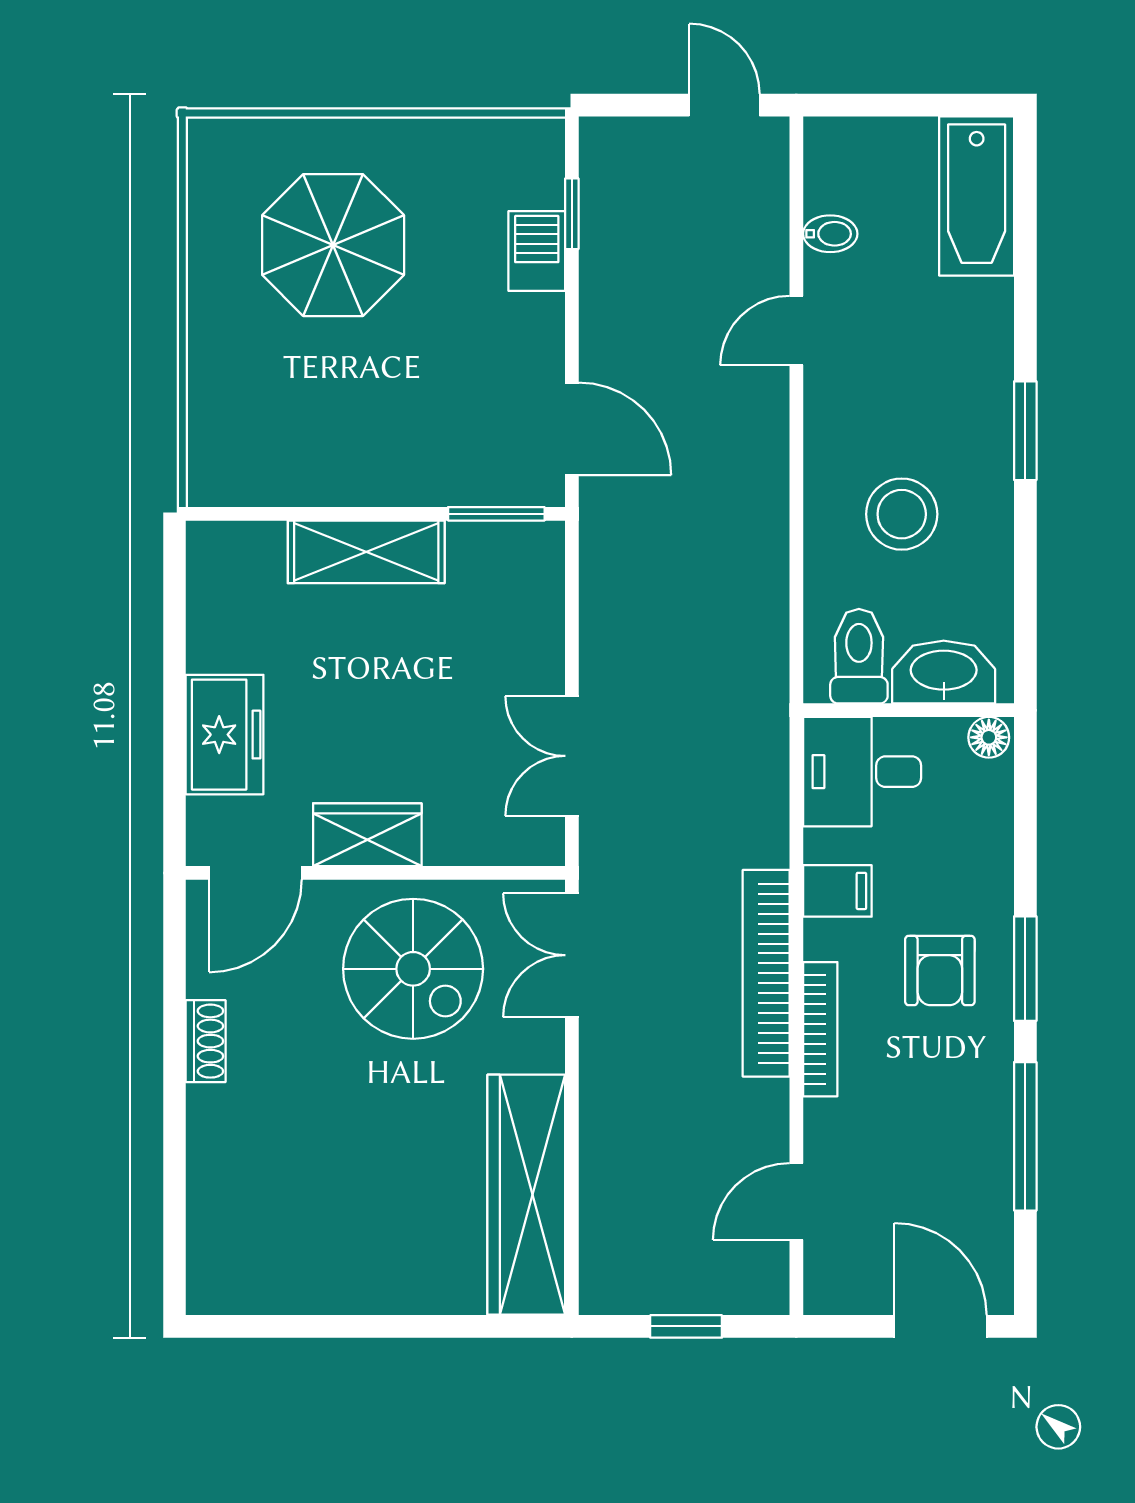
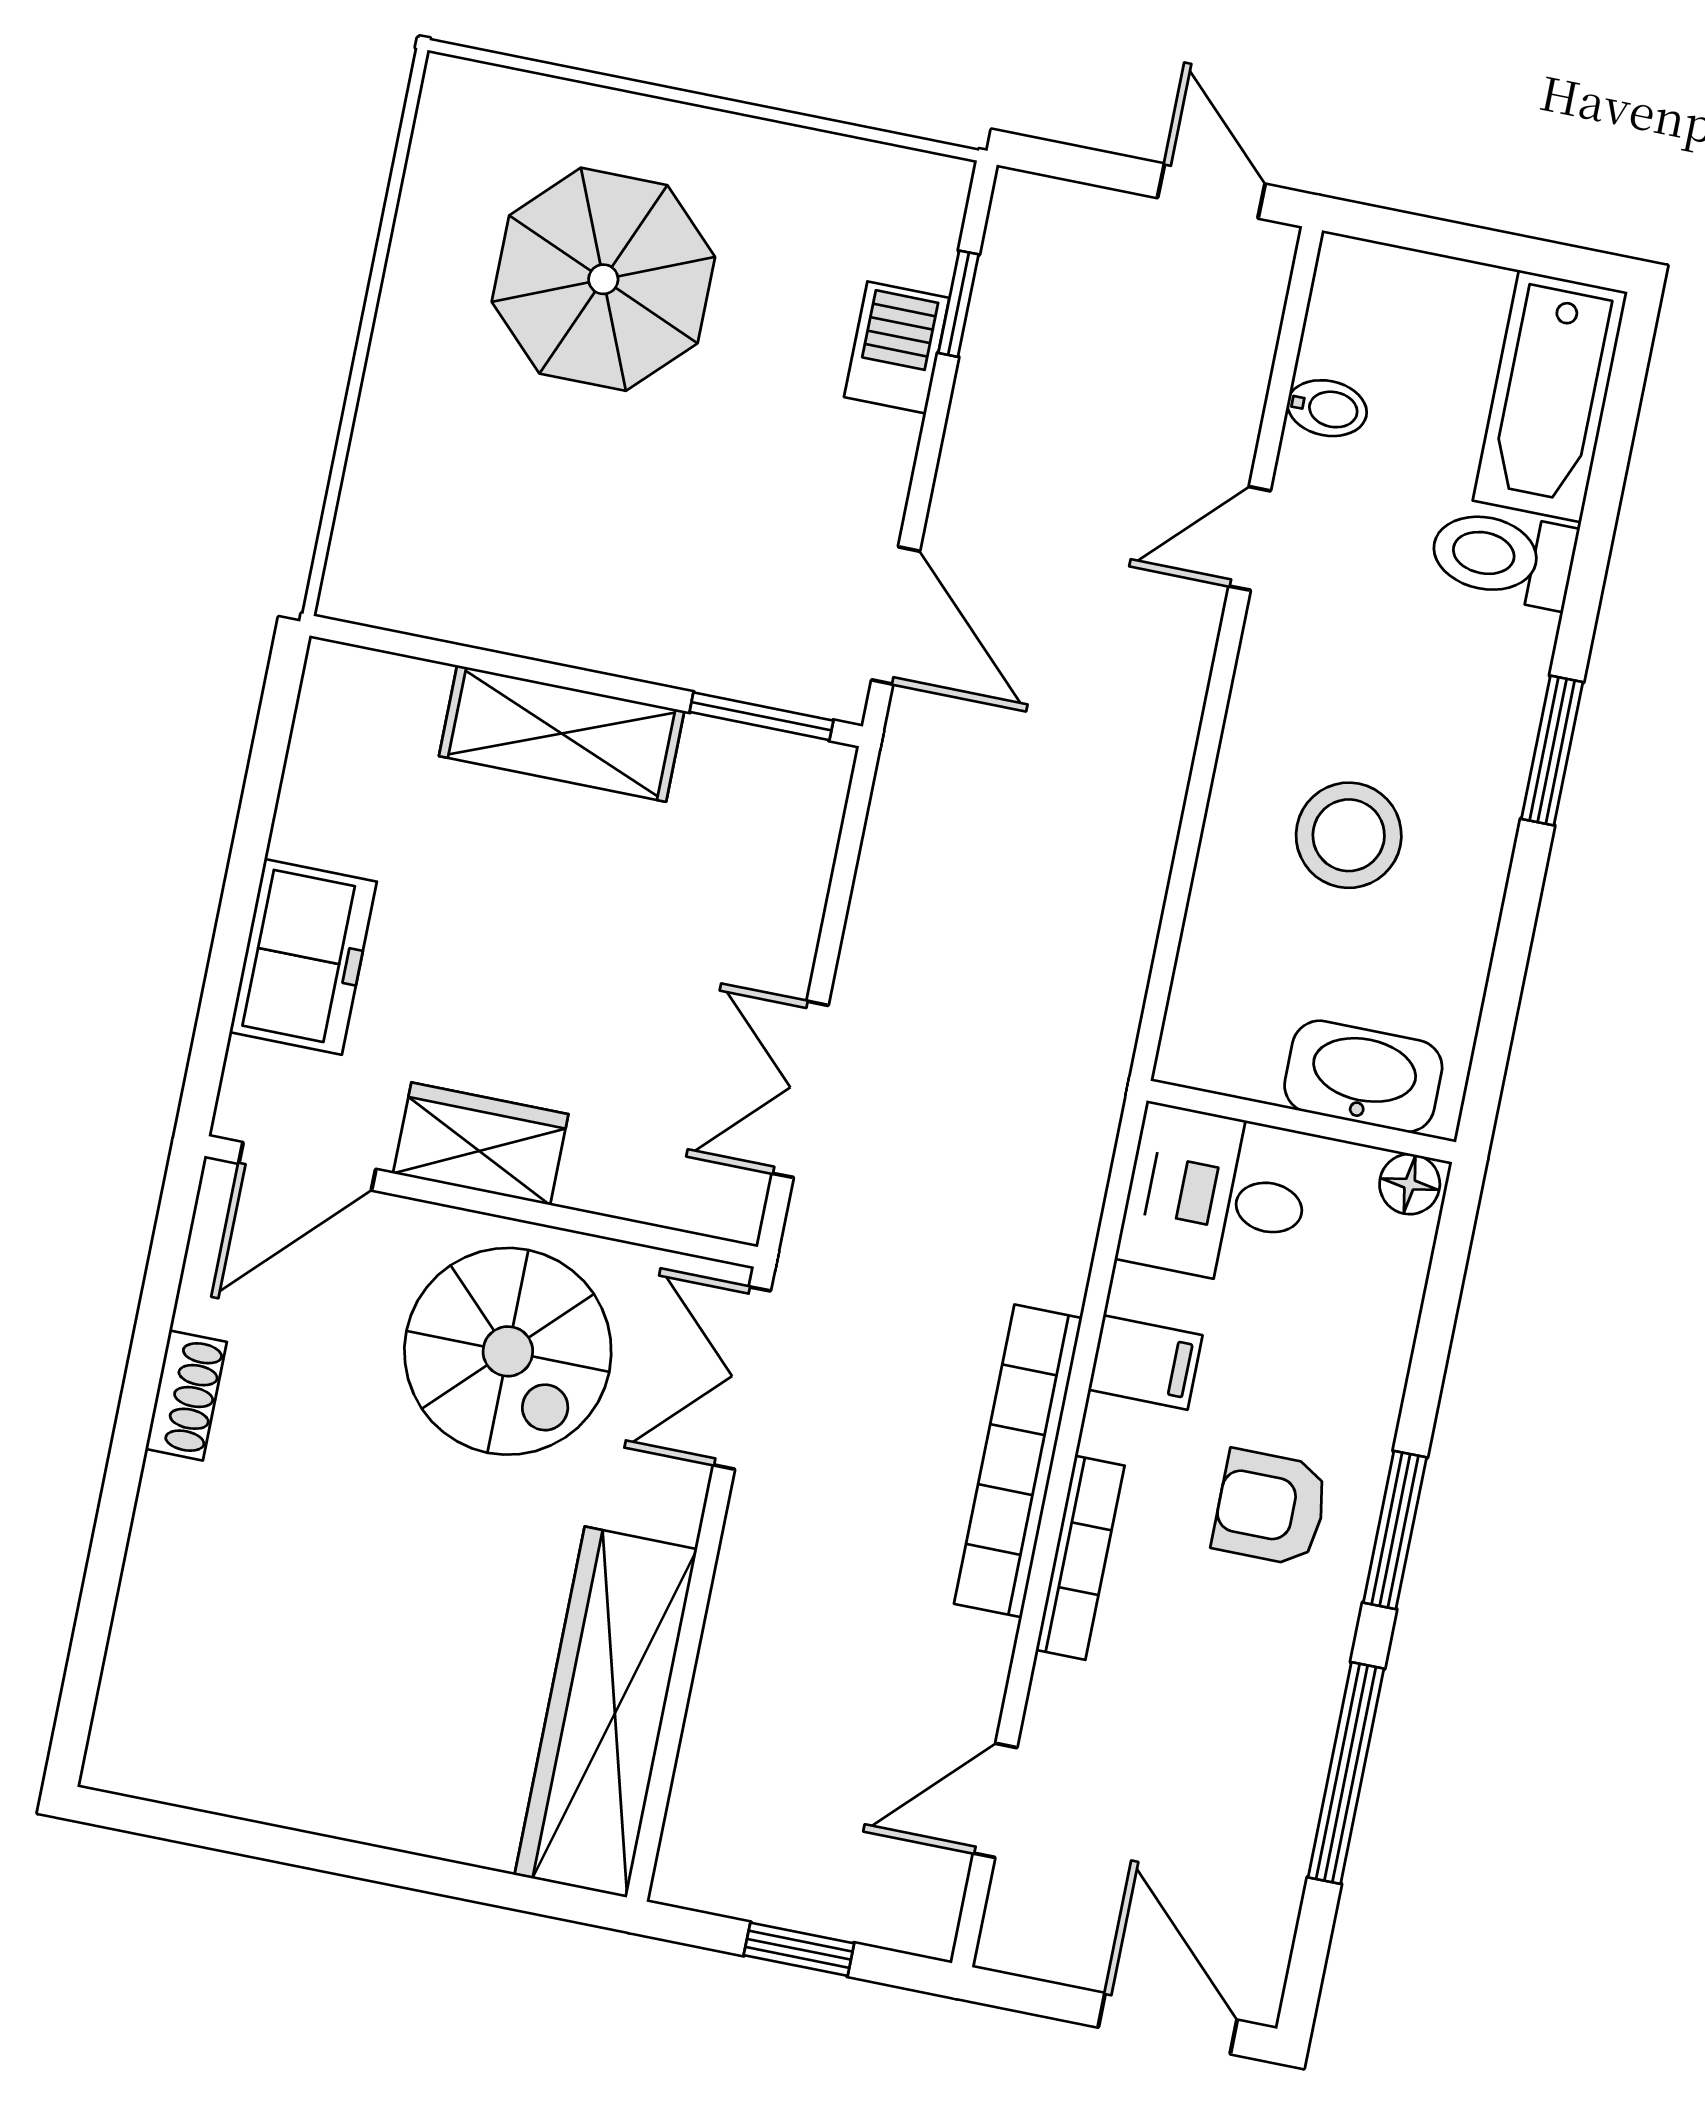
toilet: (859, 656) -> (1503, 557), moved, turned -90
armchair: (940, 970) -> (1271, 1508), turned 90

